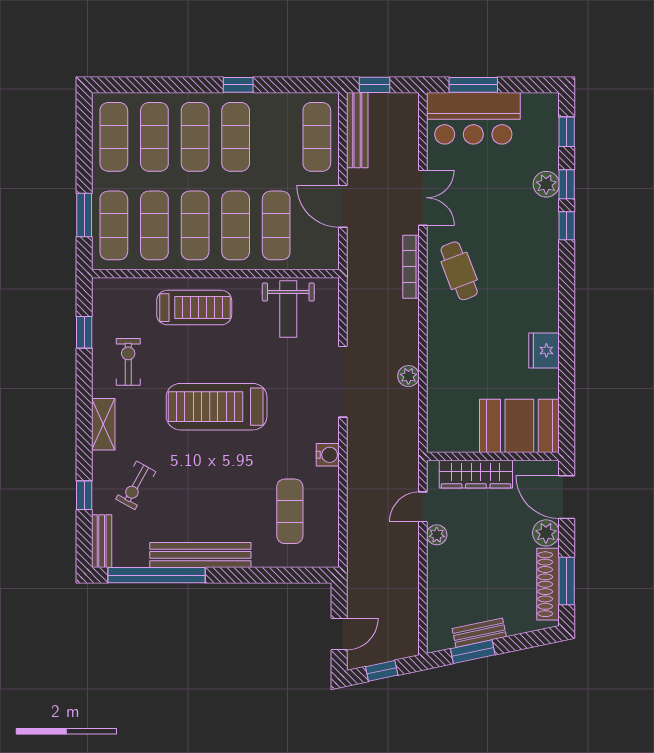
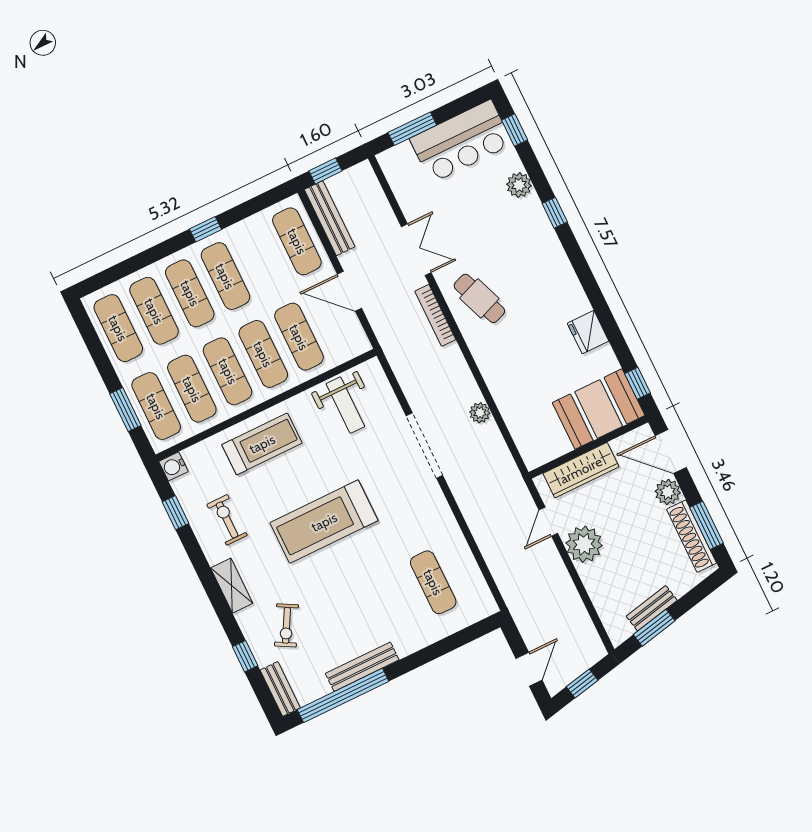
bar counter: (473, 118) -> (461, 141), moved
window: (567, 184) -> (638, 383), moved
water cooler: (328, 455) -> (174, 466), moved, turned 180
plant: (437, 535) -> (584, 544), width x1.87, depth x1.87
bench: (200, 555) -> (362, 667), width x0.73, depth x0.82

